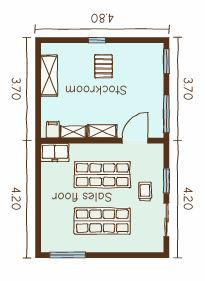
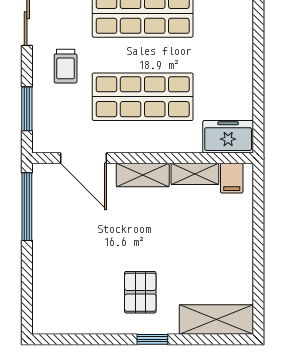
window: (166, 61) -> (27, 301), removed
shelving: (49, 76) -> (216, 320), moved, turned 90
door: (135, 141) -> (83, 158), hinge flipped
window: (166, 181) -> (27, 109), moved

